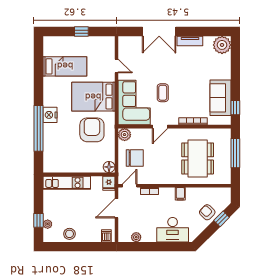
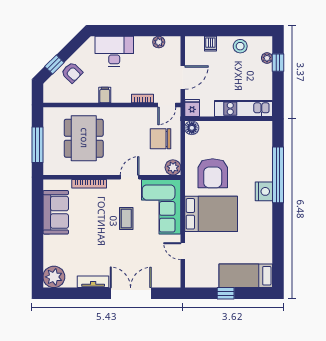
bed: (65, 66) -> (246, 276), moved
window: (235, 108) -> (37, 200), removed
dishwasher: (106, 236) -> (210, 44), moved

